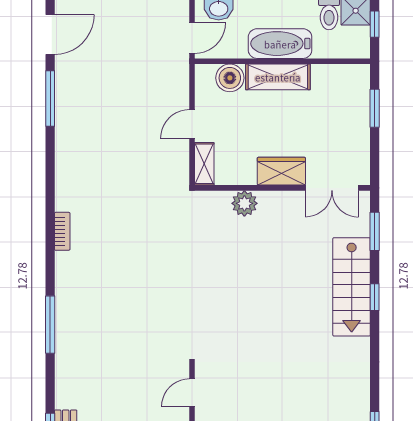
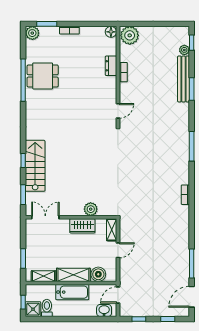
shelving: (335, 74) -> (44, 276), added
wardrobe: (281, 171) -> (82, 226), moved

